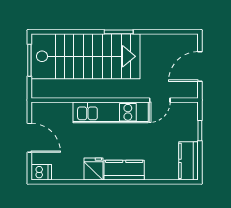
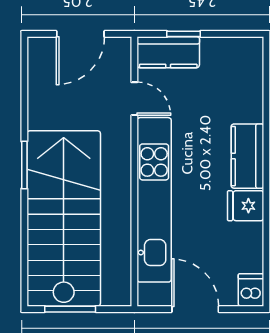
door: (200, 67) -> (80, 34), hinge flipped
kitchen unit: (111, 112) -> (154, 200), width x1.36
door: (29, 138) -> (195, 309), hinge flipped
kitchen counter: (188, 161) -> (168, 52), moved

